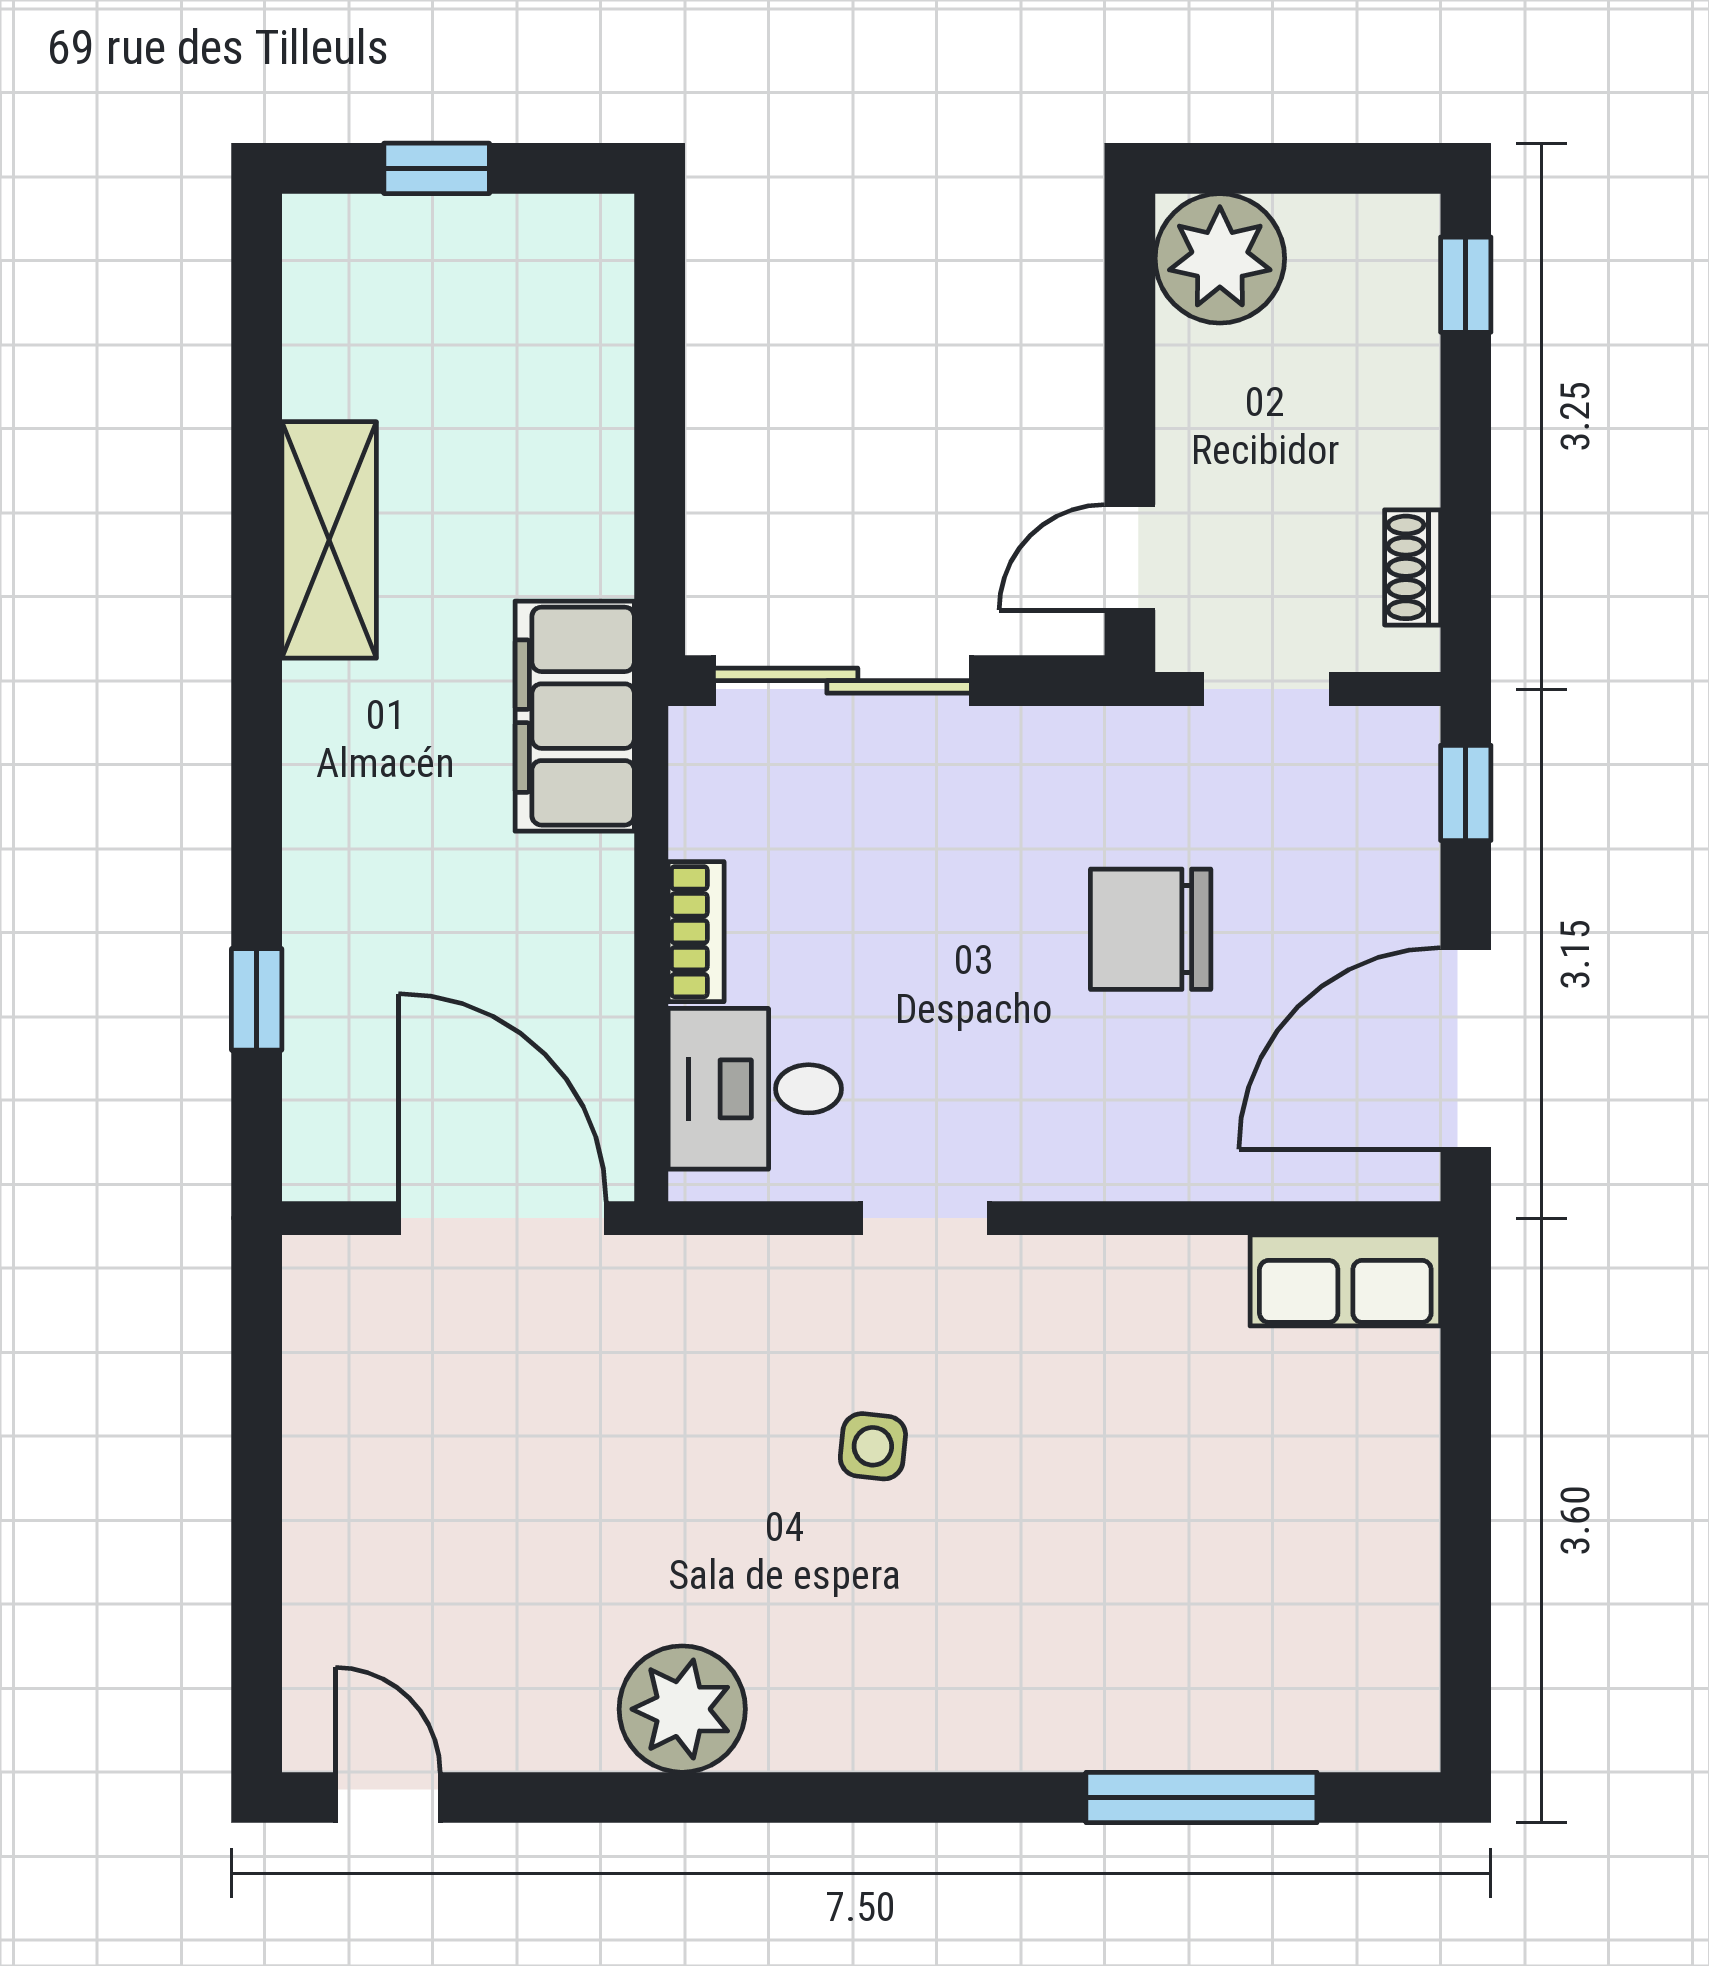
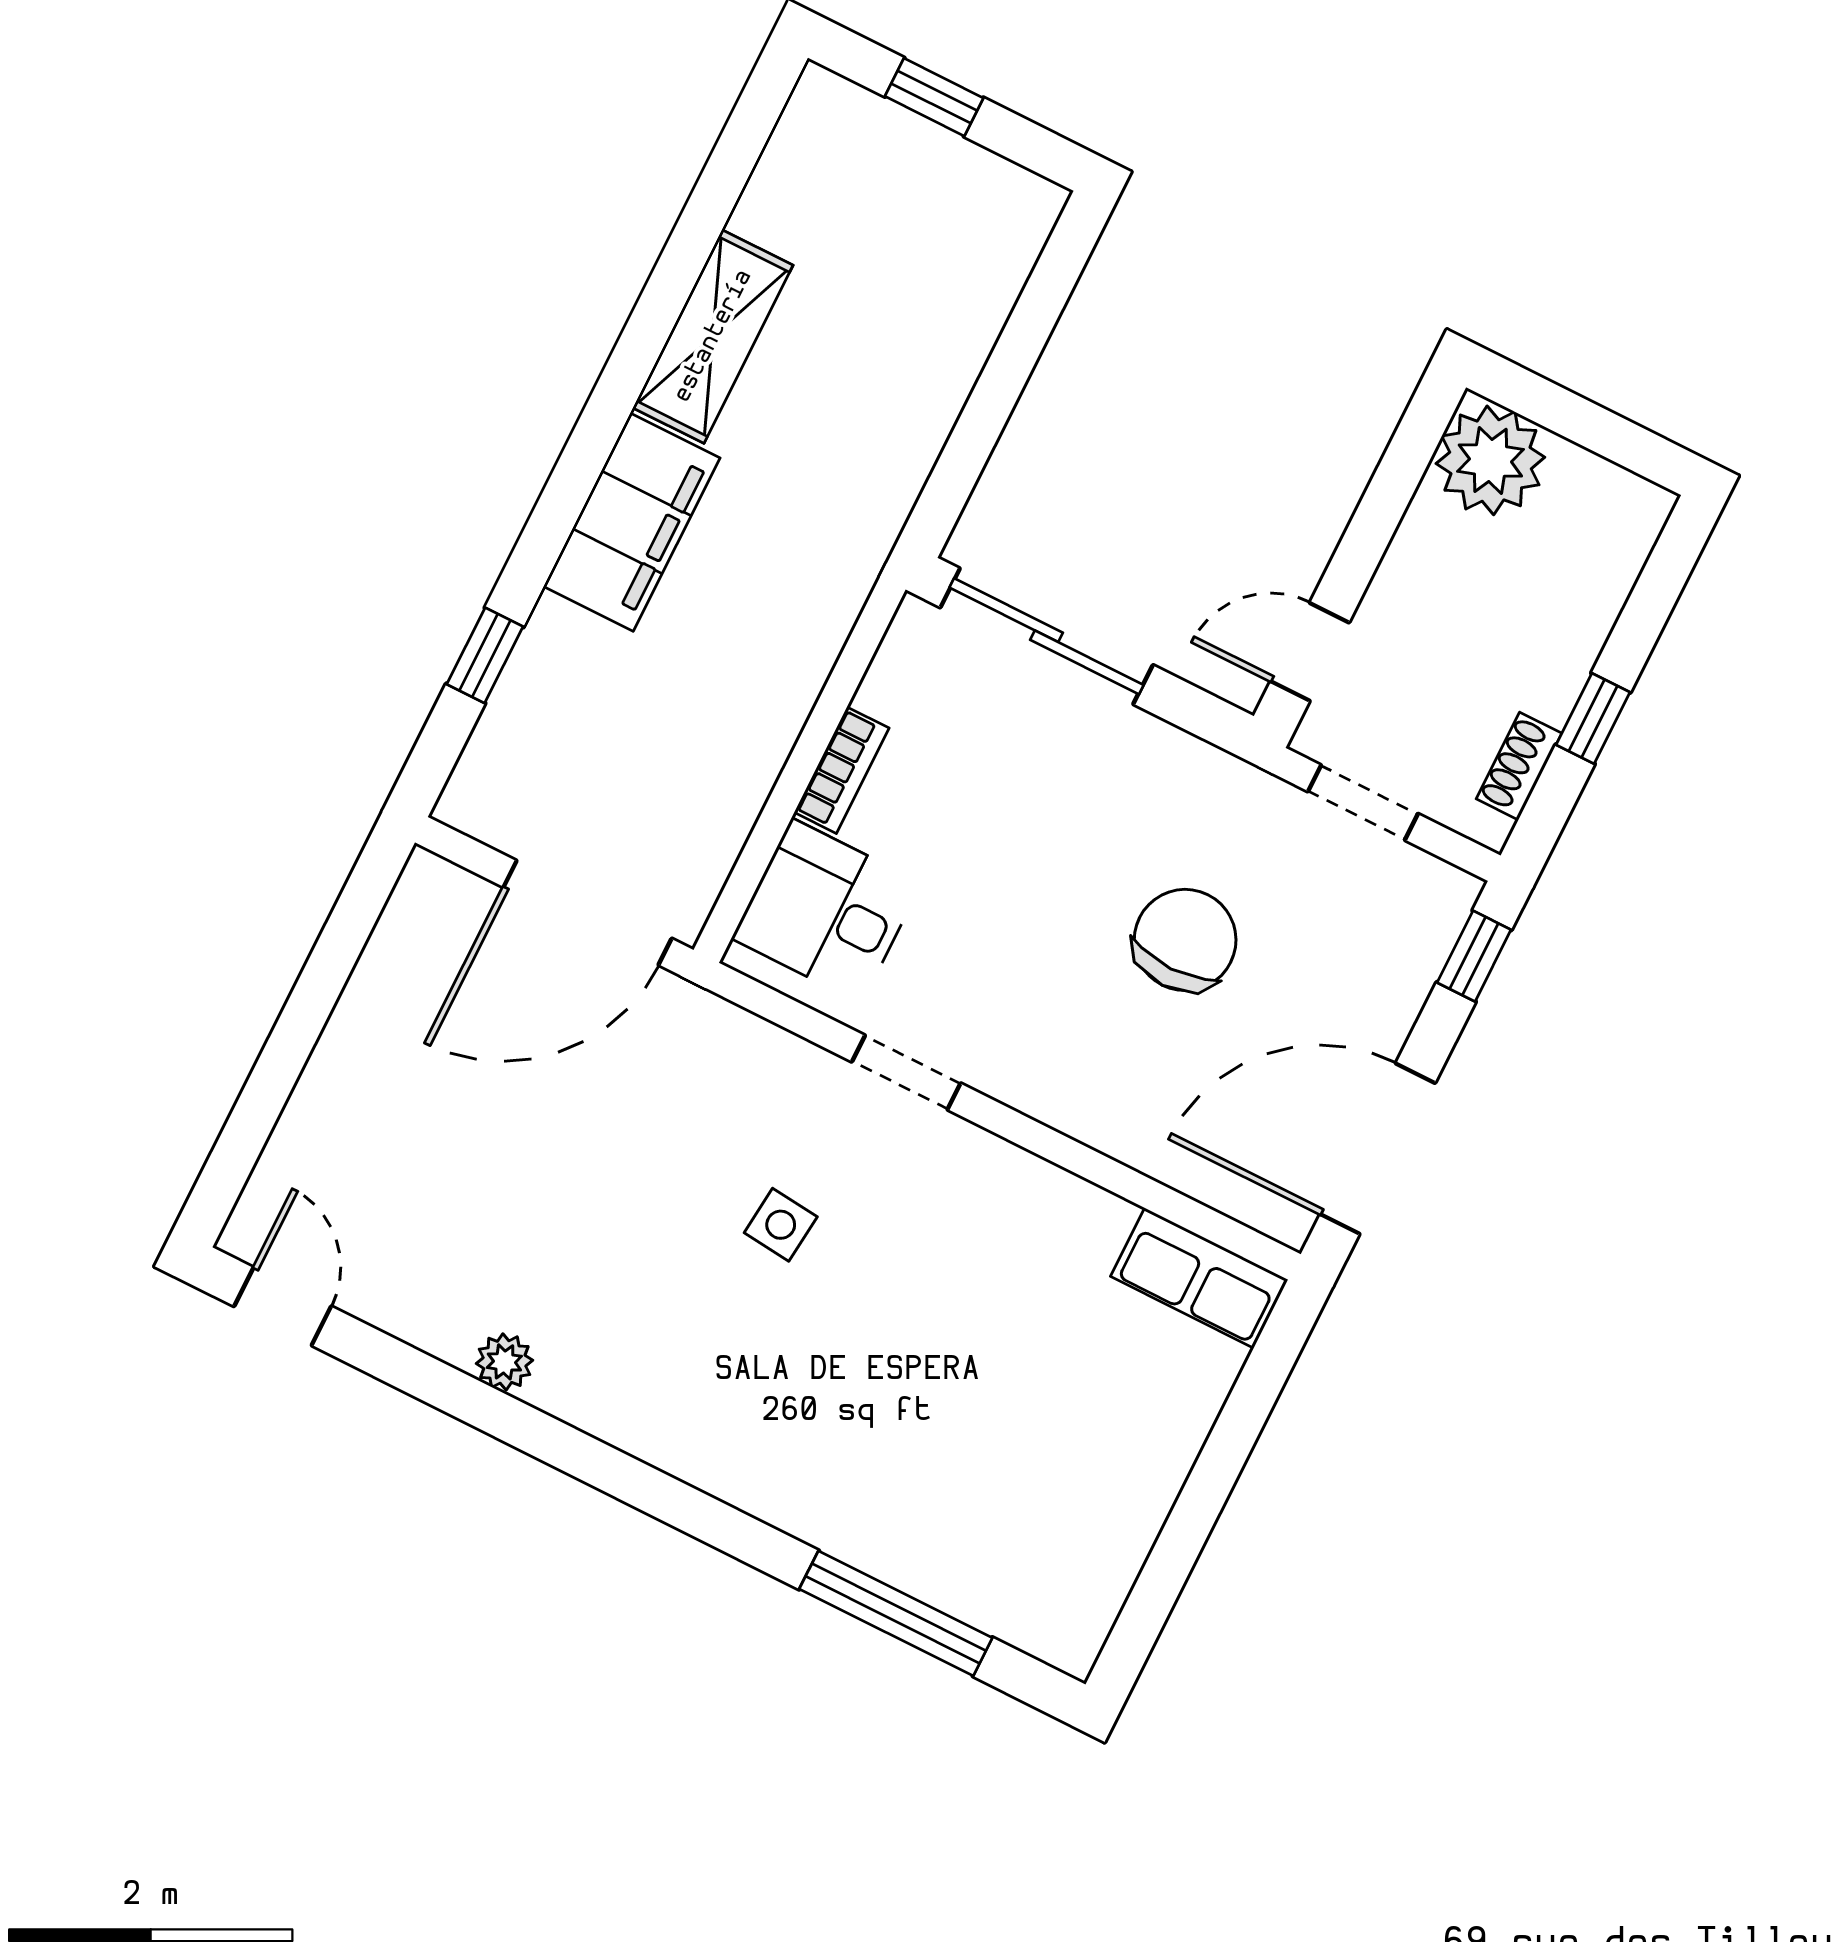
window: (1466, 285) -> (1593, 718), moved
filing cabinet: (575, 716) -> (632, 522), moved, turned 180
chair: (1151, 929) -> (1185, 940), turned 90
door: (502, 1218) -> (587, 913), swing flipped
plant: (682, 1709) -> (504, 1362), width x0.53, depth x0.53

